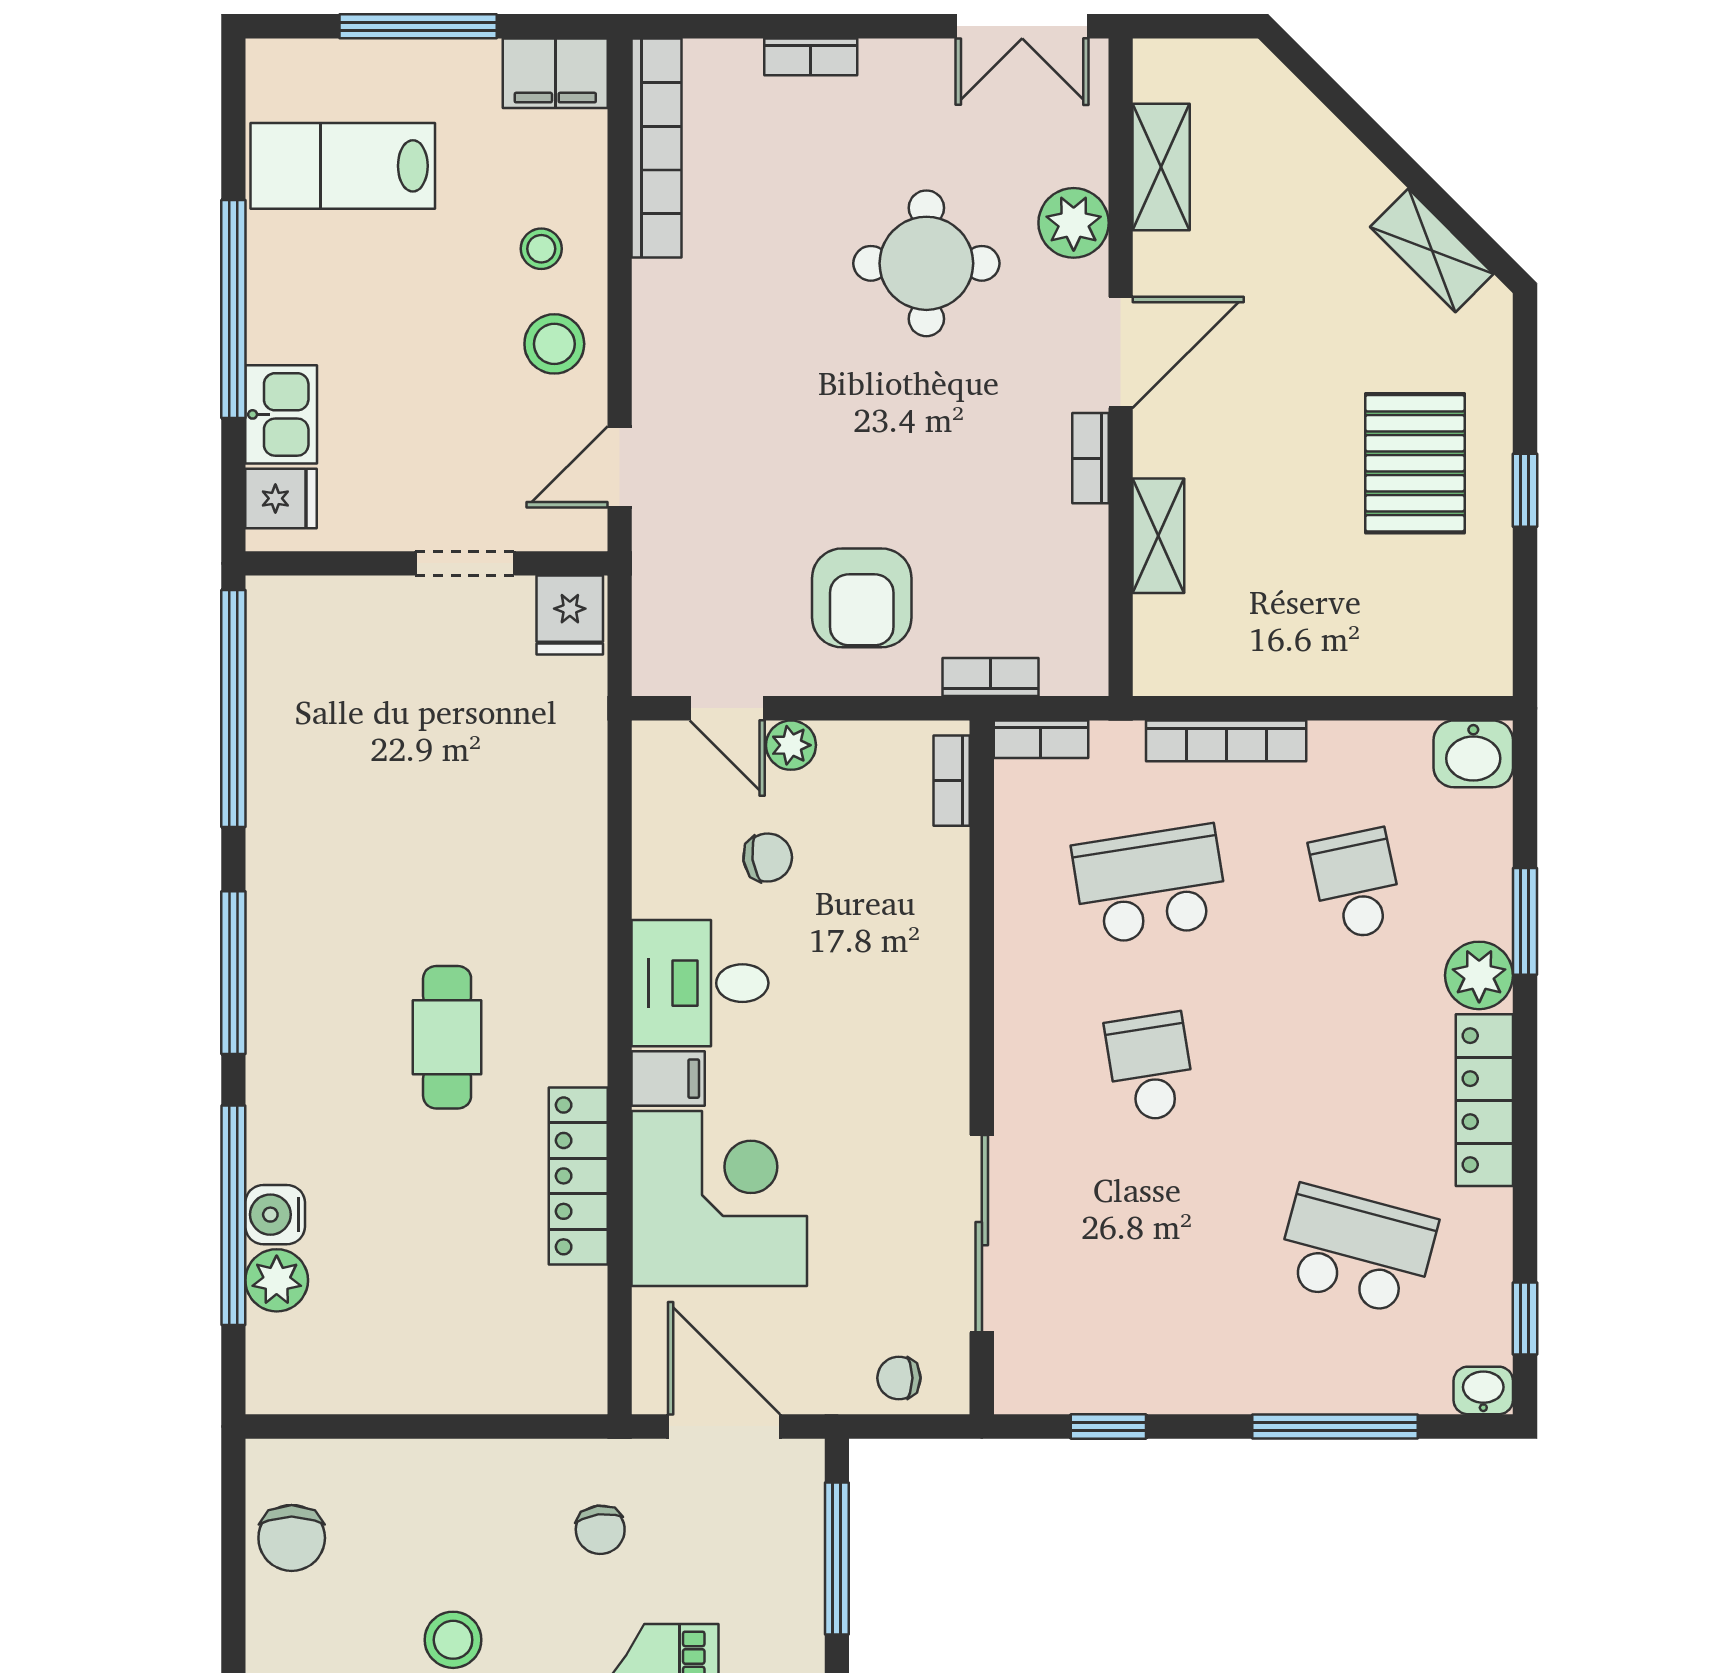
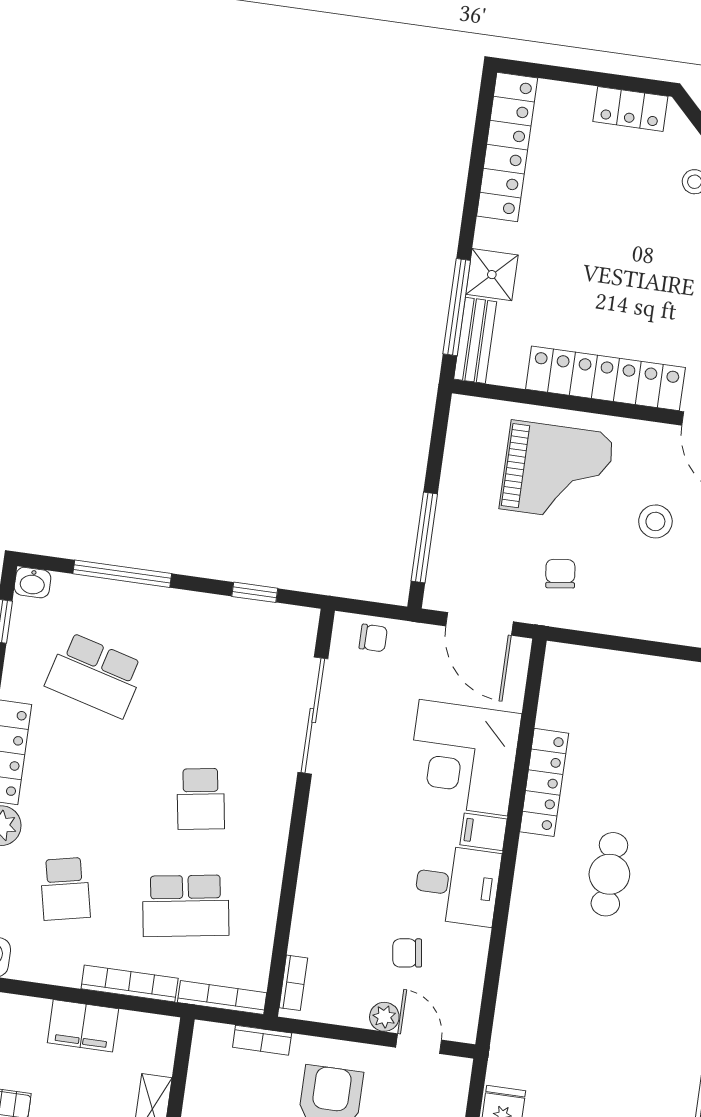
filing cabinet: (1294, 659) -> (83, 1026), added
bookcase: (1041, 739) -> (222, 998), width x1.56

